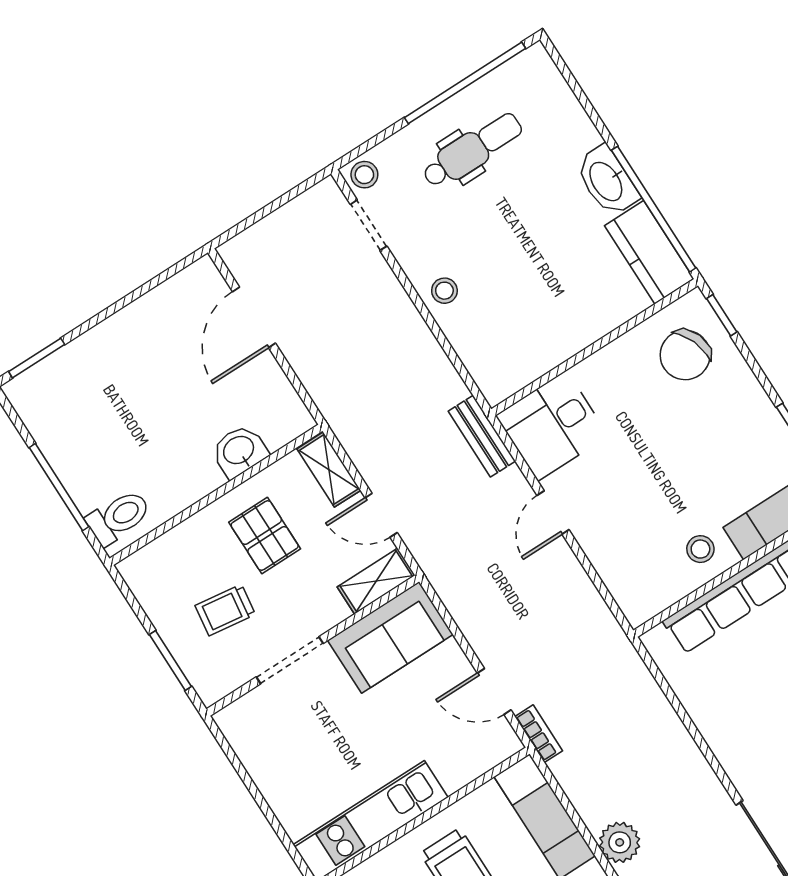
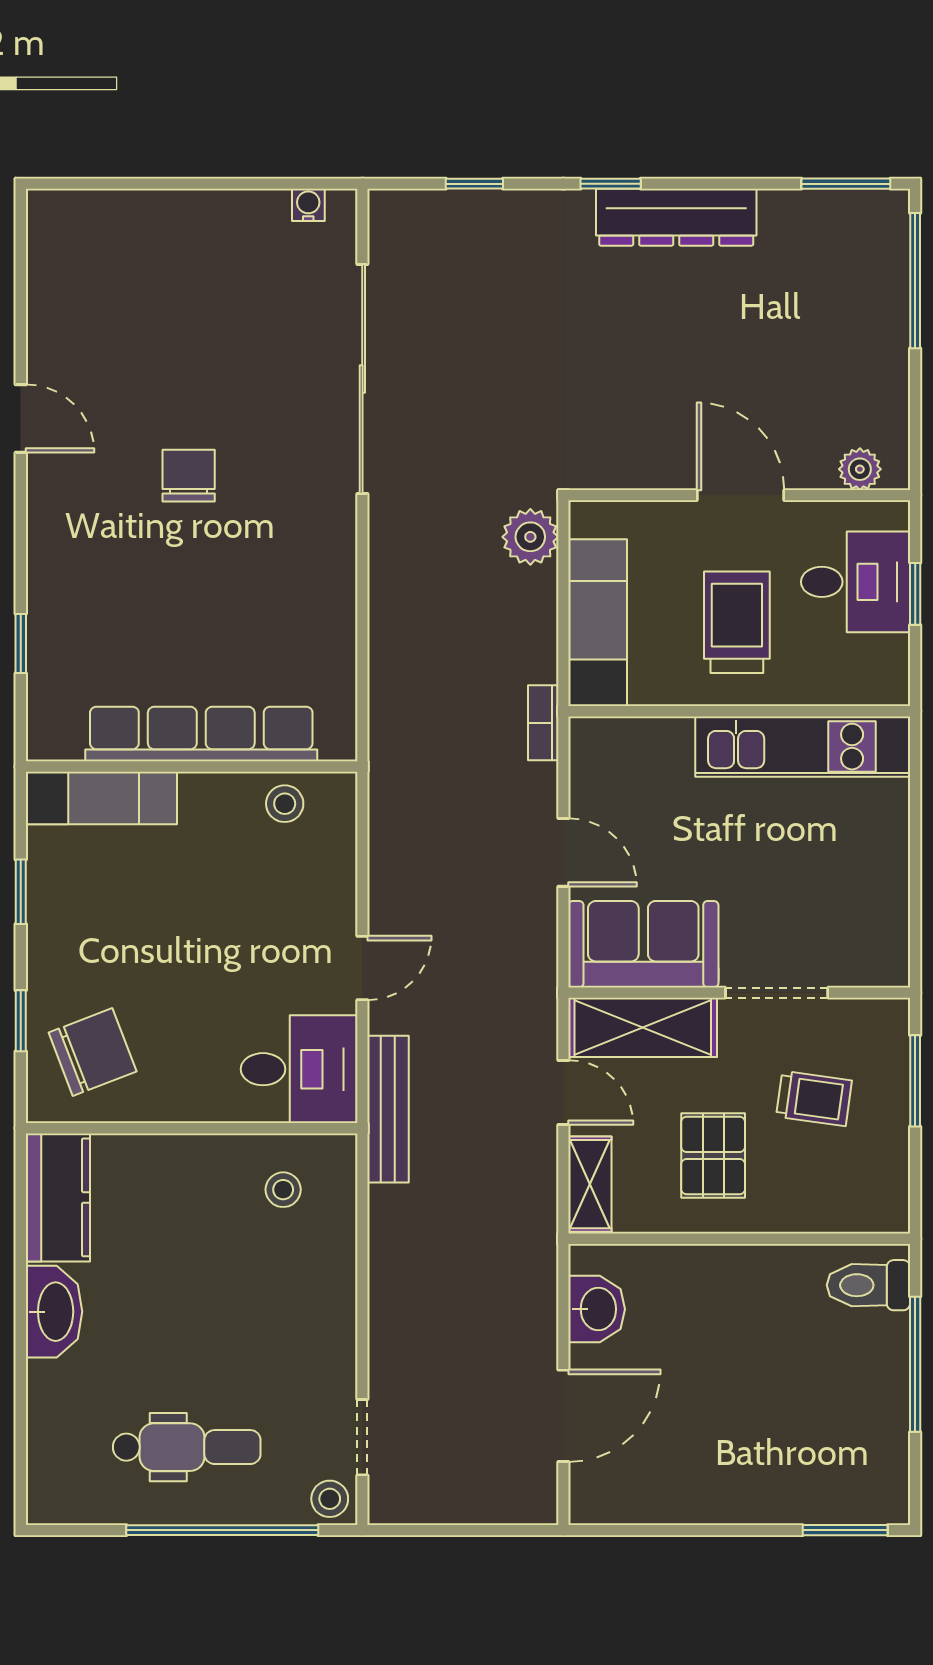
window: (465, 83) -> (222, 1530), moved
dental chair: (472, 150) -> (187, 1447), turned 180
window: (654, 209) -> (21, 1244), removed
stool: (444, 291) -> (283, 1190), moved
window: (722, 315) -> (21, 1021), moved
bench: (482, 436) -> (388, 1109), width x1.36
washbasin: (239, 451) -> (597, 1309), moved, turned -90
stool: (700, 549) -> (285, 804), moved
shelving: (376, 581) -> (643, 1027), width x1.50, depth x1.33
door: (494, 691) -> (563, 852), moved

